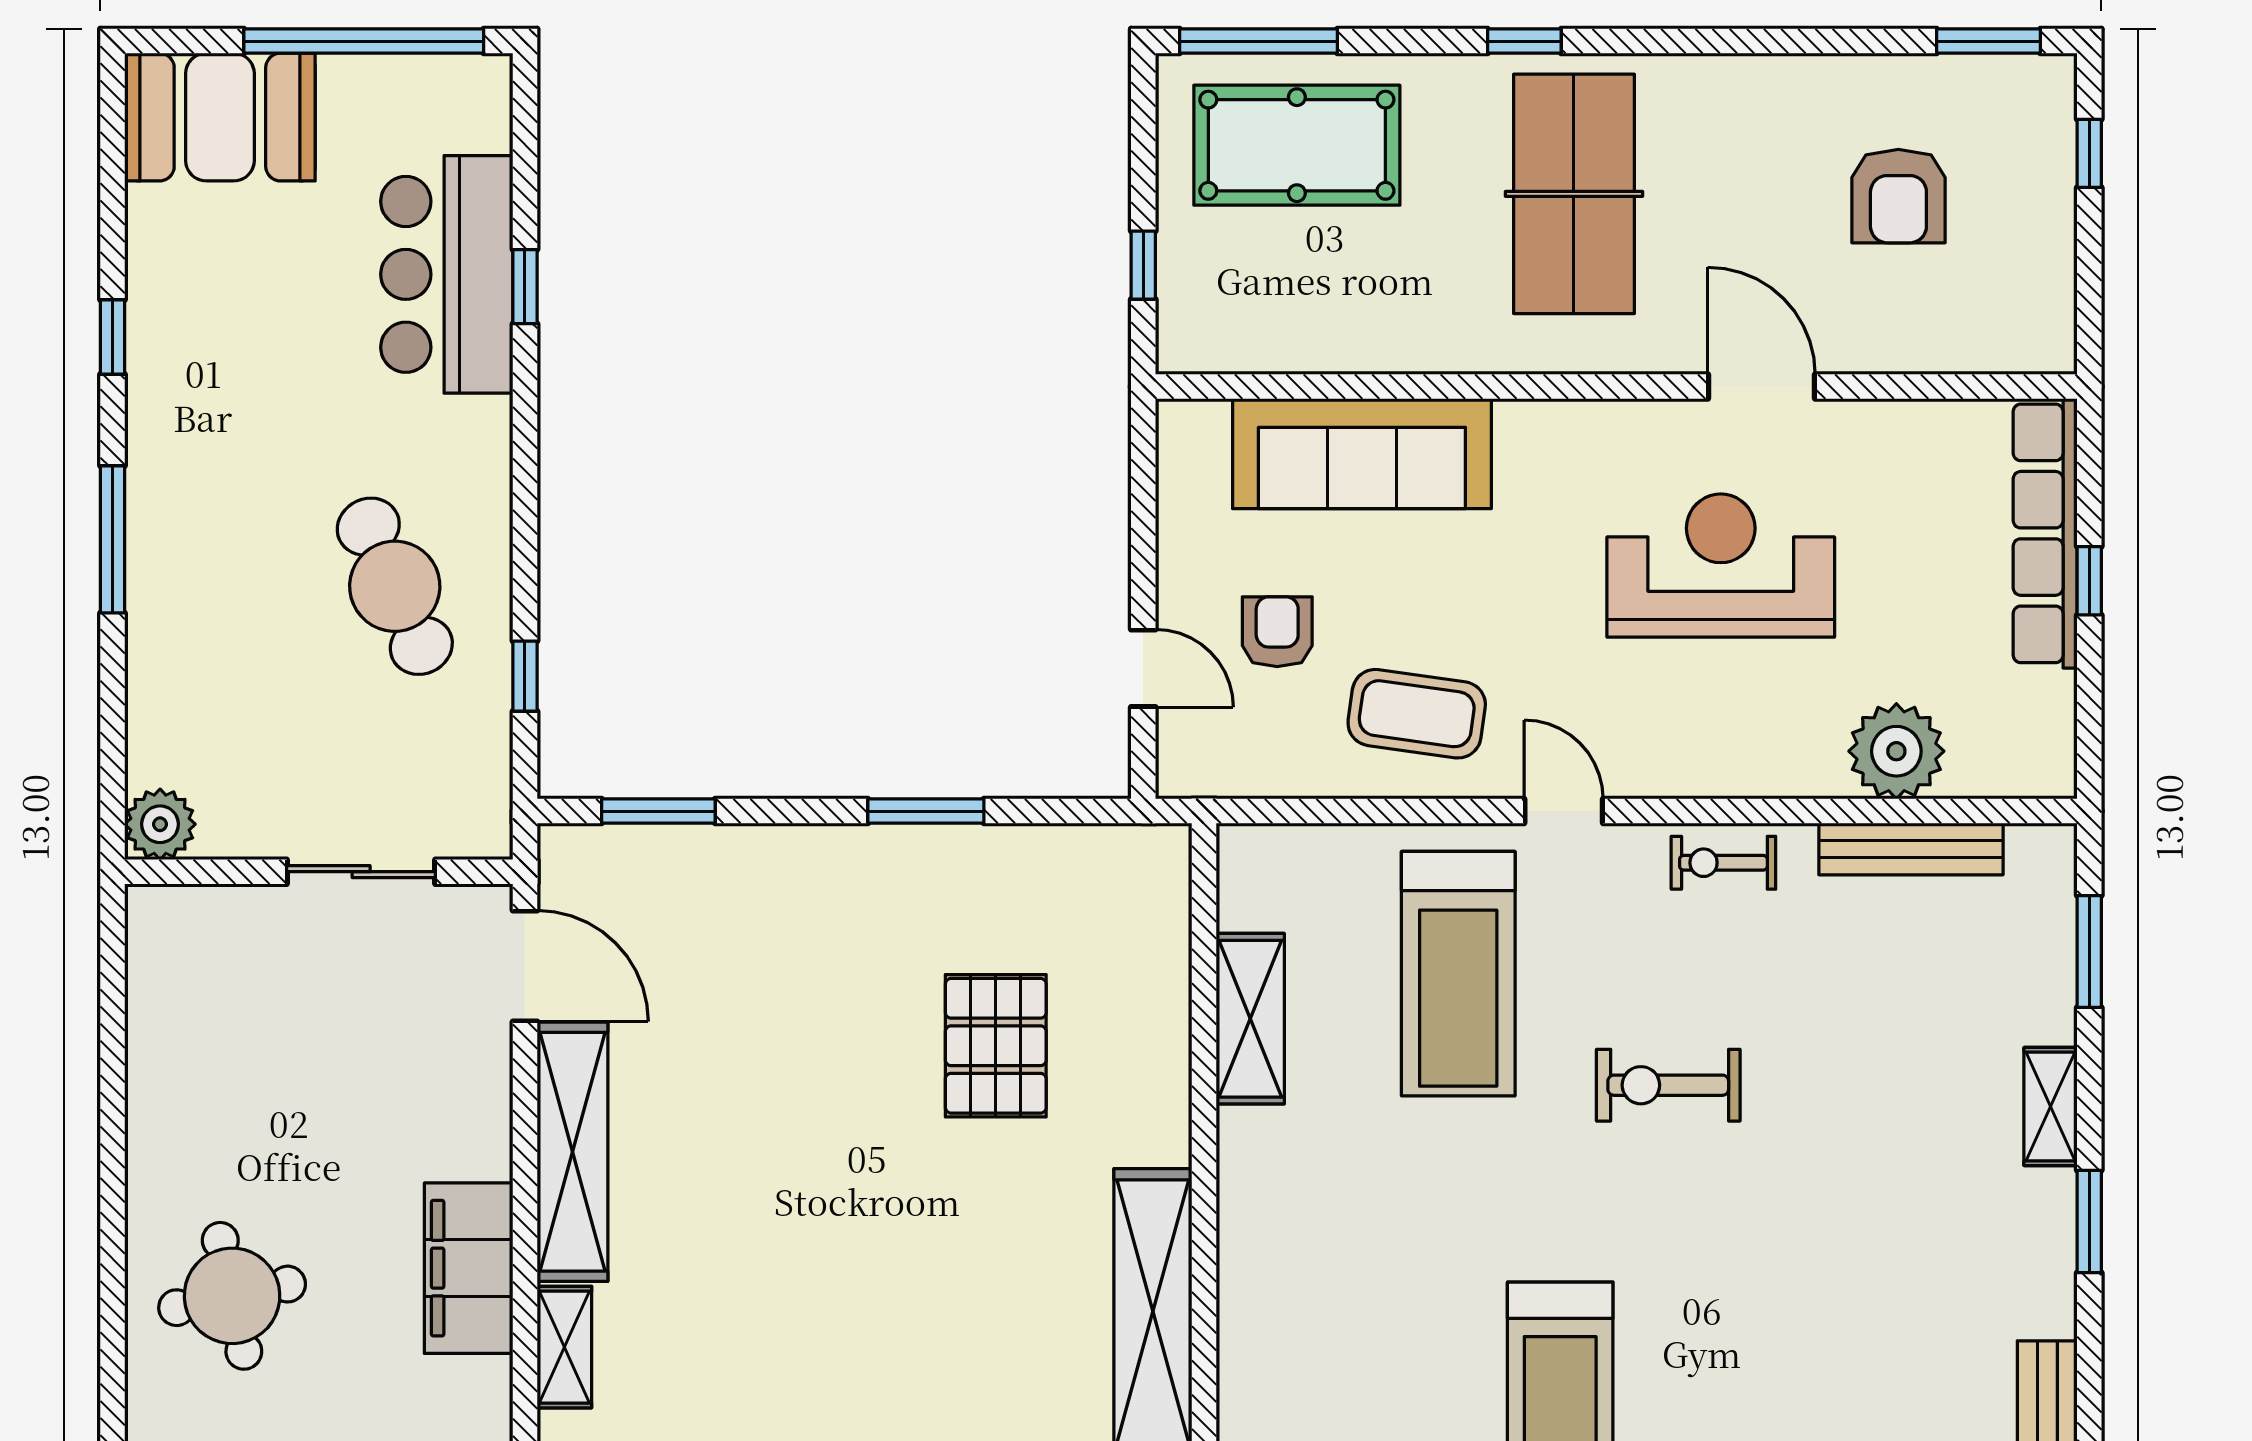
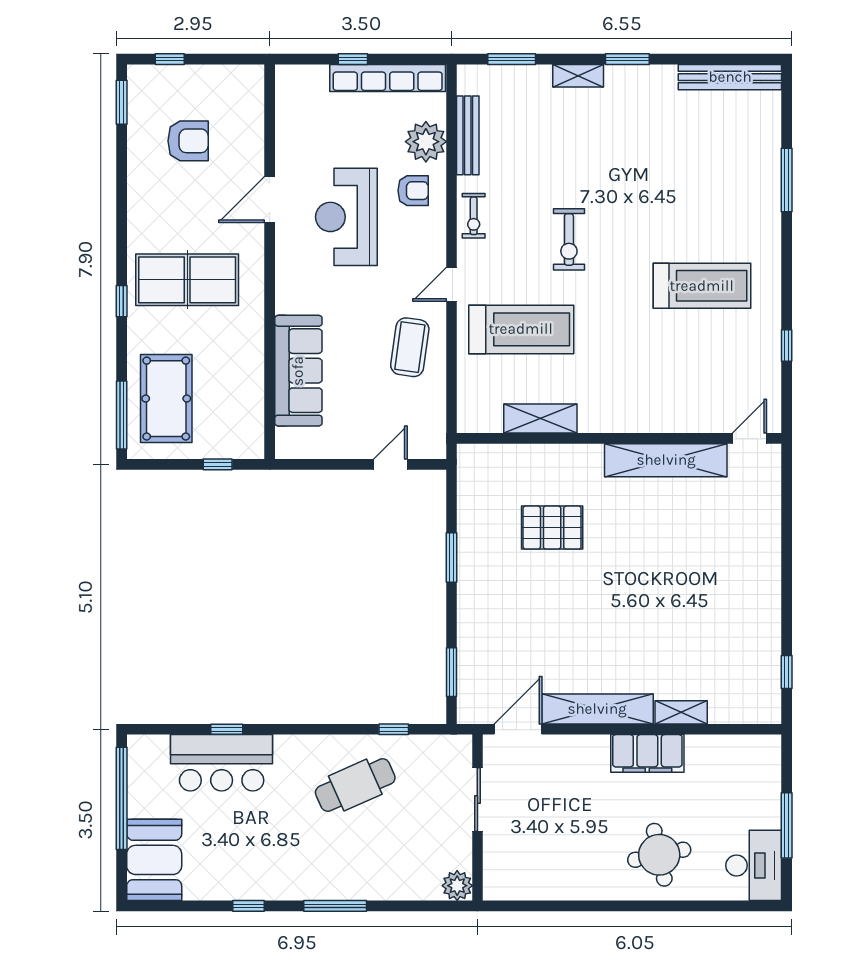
row of seats: (2045, 533) -> (388, 78), moved
armchair: (1277, 632) -> (413, 191), moved, turned 180

